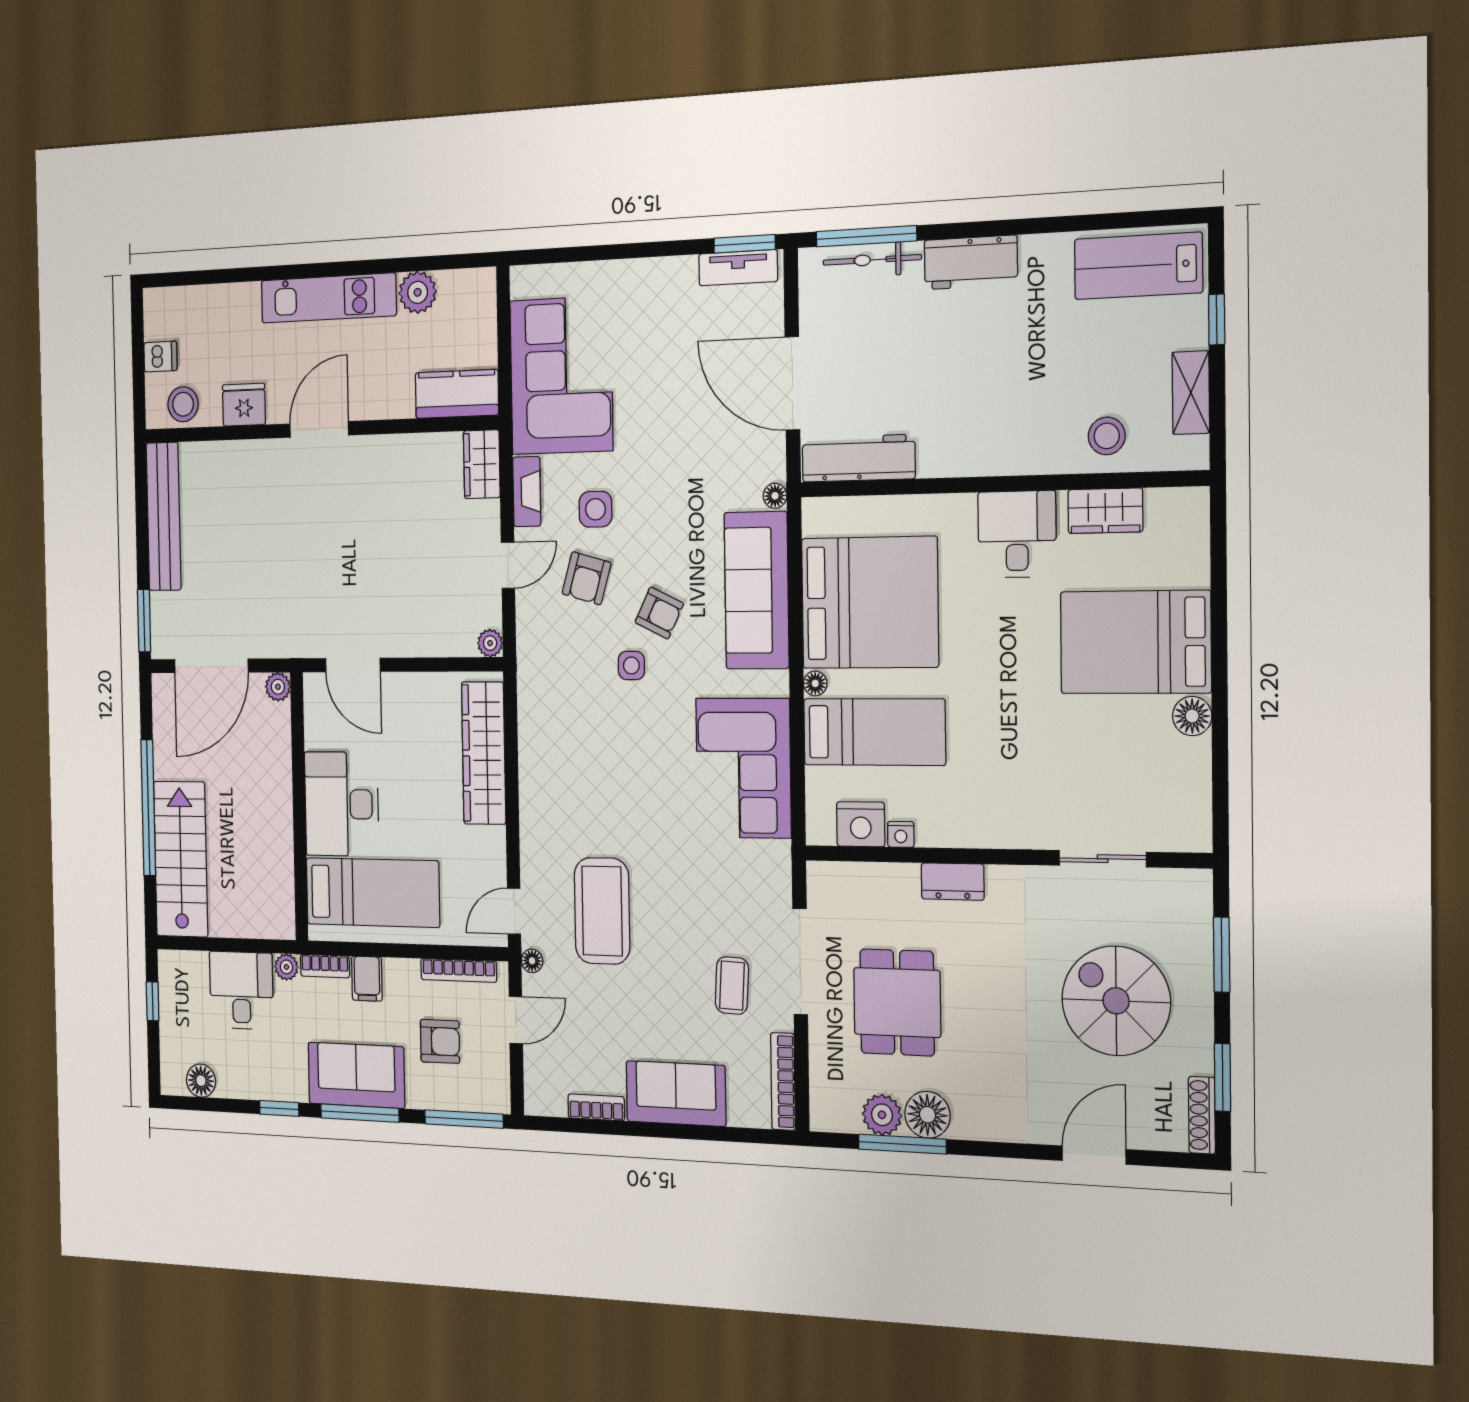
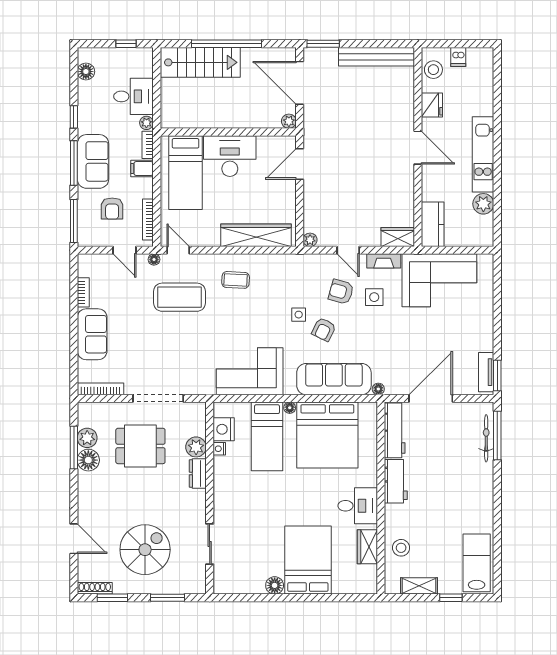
workbench: (971, 262) -> (396, 481), moved, turned 180
plant: (898, 884) -> (196, 447), added
coffee table: (732, 986) -> (236, 280), moved

